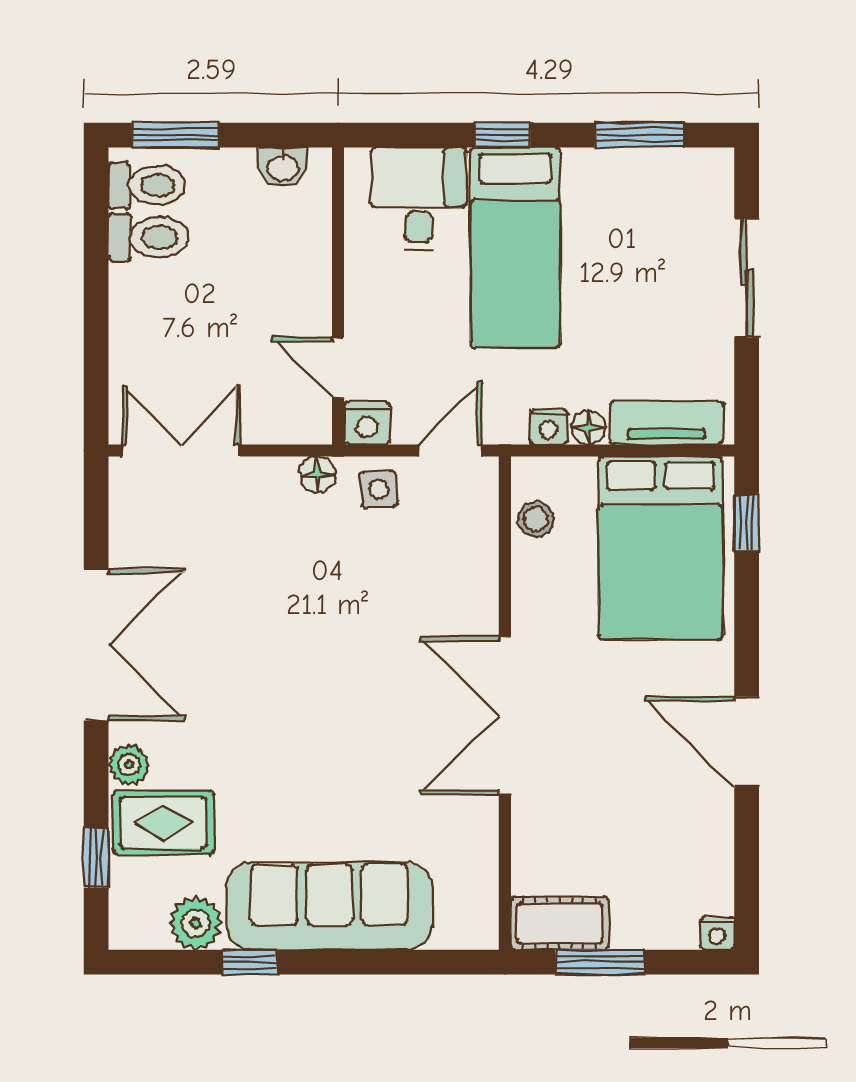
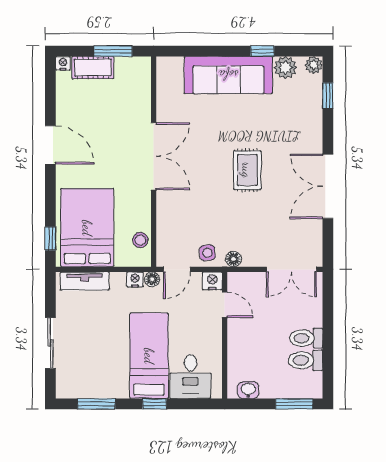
toilet: (147, 185) -> (306, 338), moved
floor lamp: (588, 427) -> (152, 279), moved
plant: (129, 765) -> (314, 65), moved
rug: (163, 823) -> (247, 170), moved, turned 90
cot: (560, 923) -> (93, 68), moved

